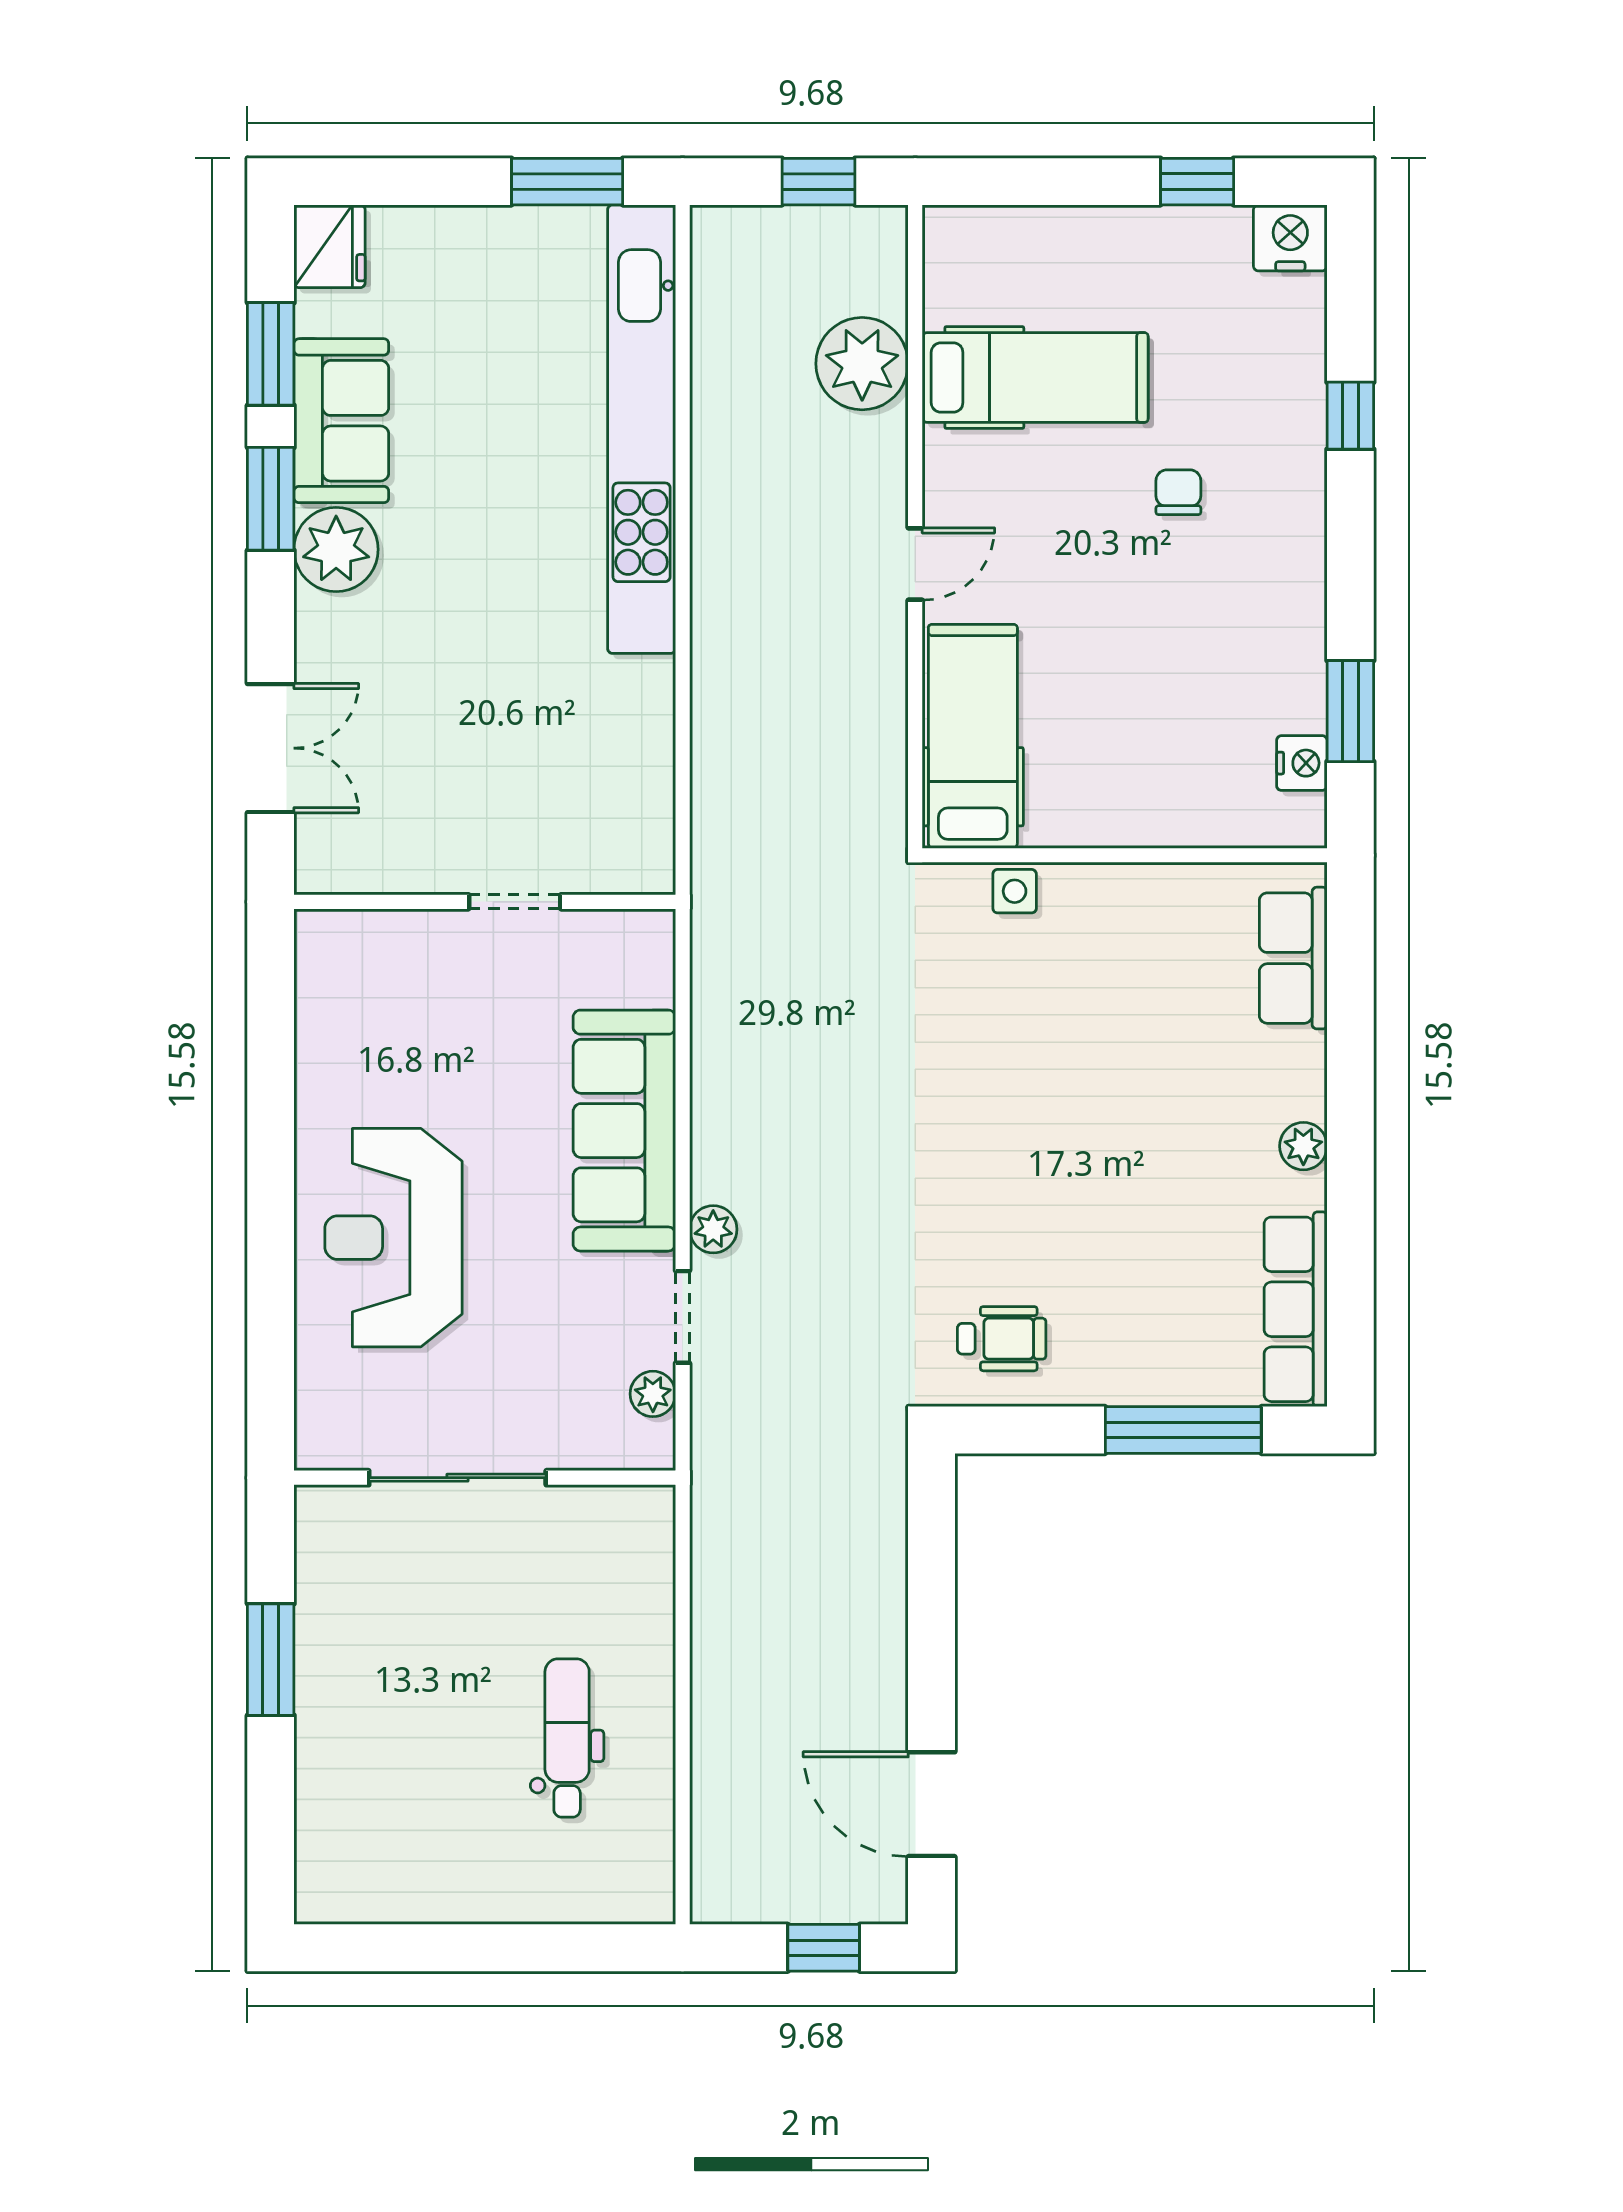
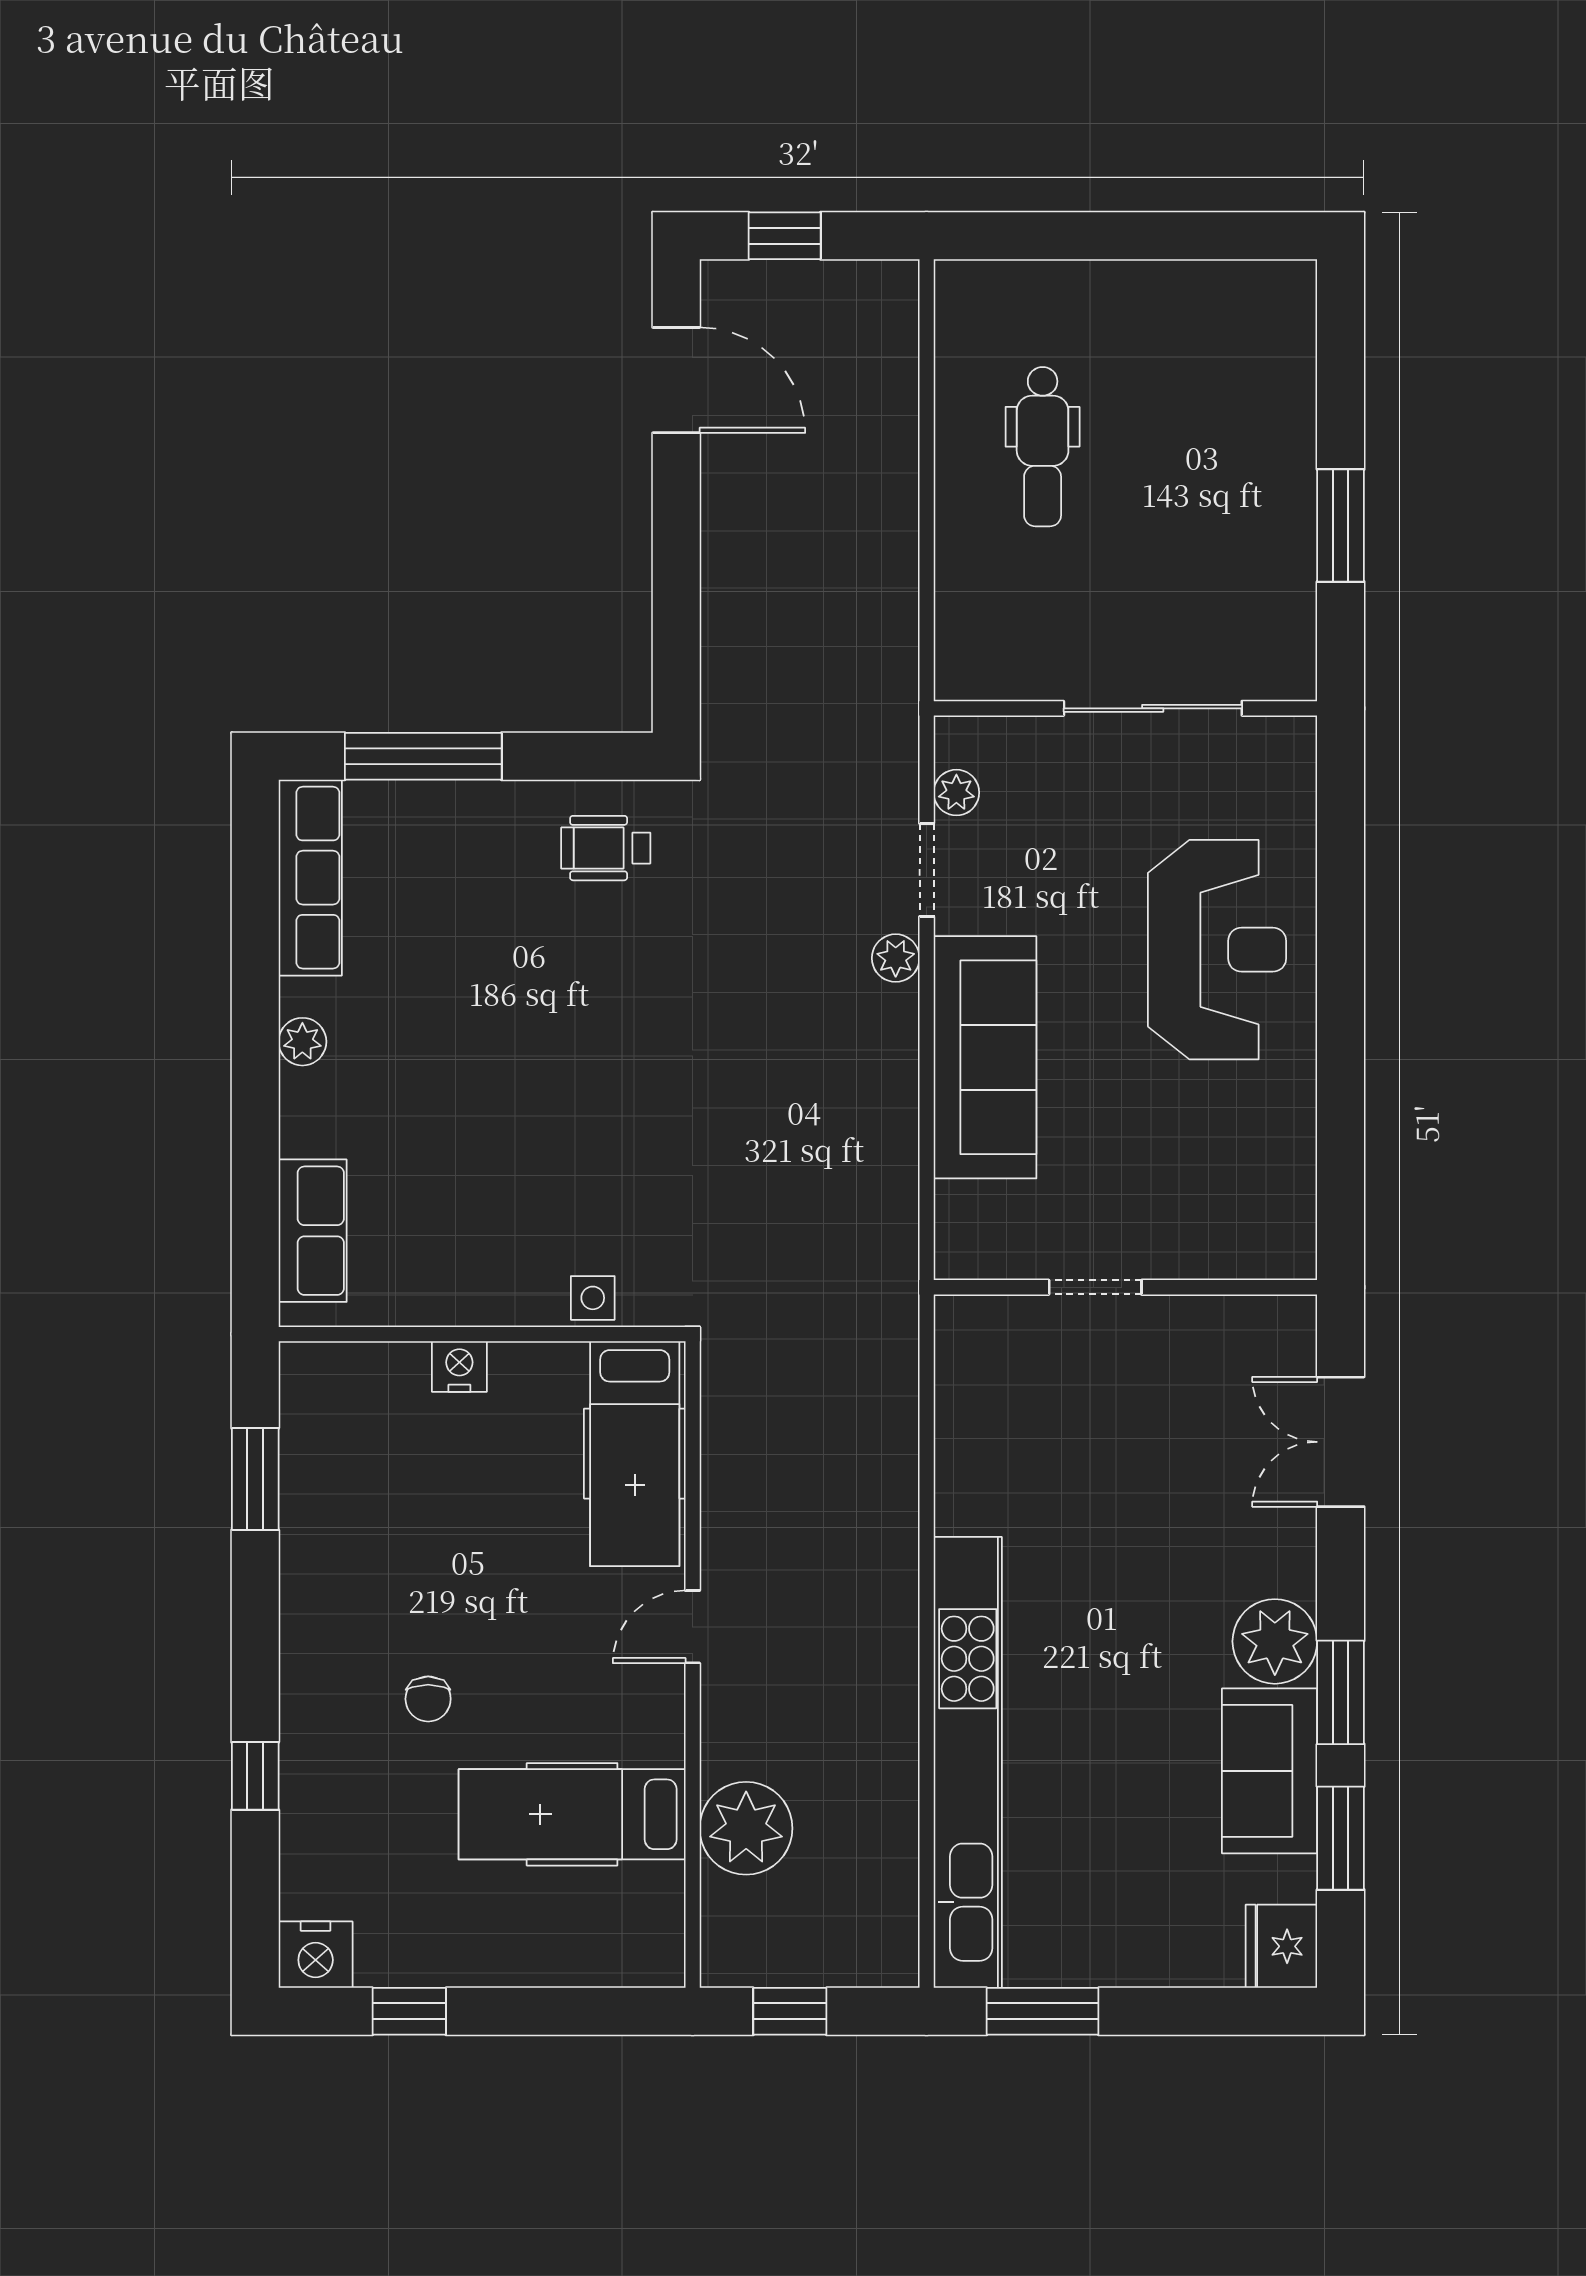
nightstand: (1302, 763) -> (459, 1366), moved, turned 90

